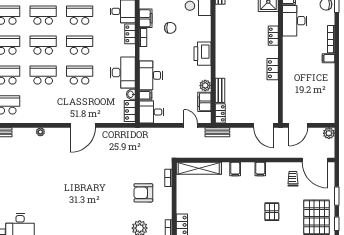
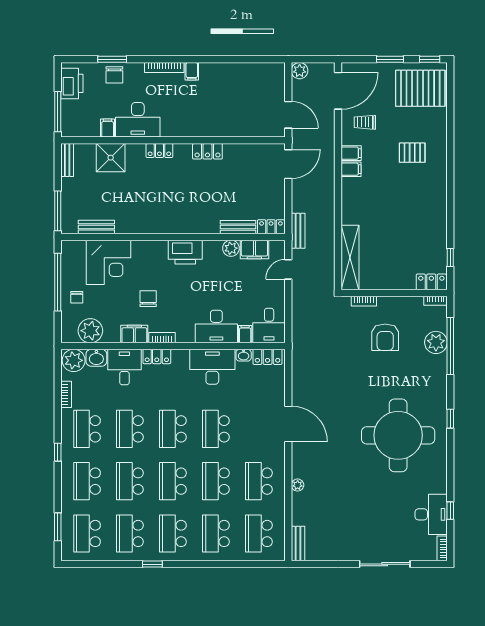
school desk: (43, 105) -> (259, 481), added
filing cabinet: (235, 169) -> (351, 153), moved
round table: (75, 202) -> (398, 435), added

